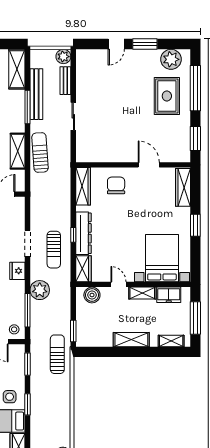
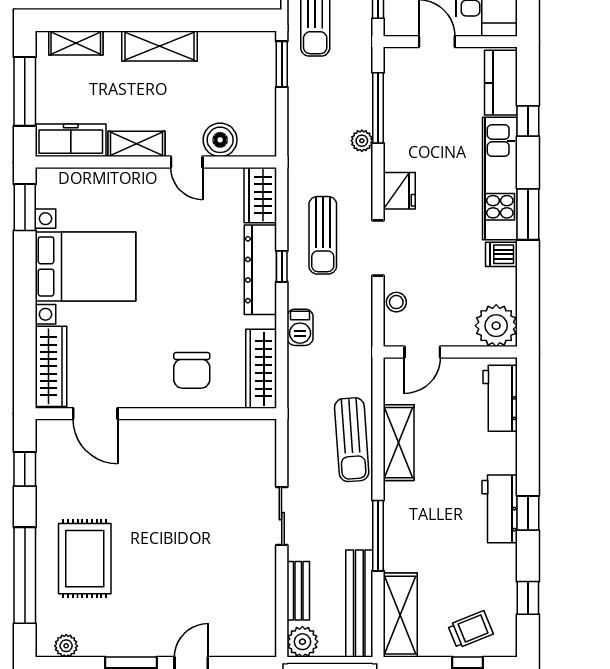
plant: (171, 59) -> (66, 646), width x0.53, depth x0.53
bench: (36, 94) -> (359, 604), moved
window: (195, 139) -> (25, 469), width x0.67
door: (149, 165) -> (95, 414), moved
barbecue: (65, 206) -> (300, 327), added
window: (195, 225) -> (25, 207), moved
sun lounger: (54, 250) -> (323, 235), turned 180
bed with nightstands: (162, 258) -> (86, 266), moved, turned -90
plant: (40, 290) -> (362, 141), width x0.53, depth x0.53
boiler: (92, 295) -> (220, 140), moved
freezer: (169, 295) -> (71, 140), width x1.40
stool: (14, 329) -> (396, 302), moved

